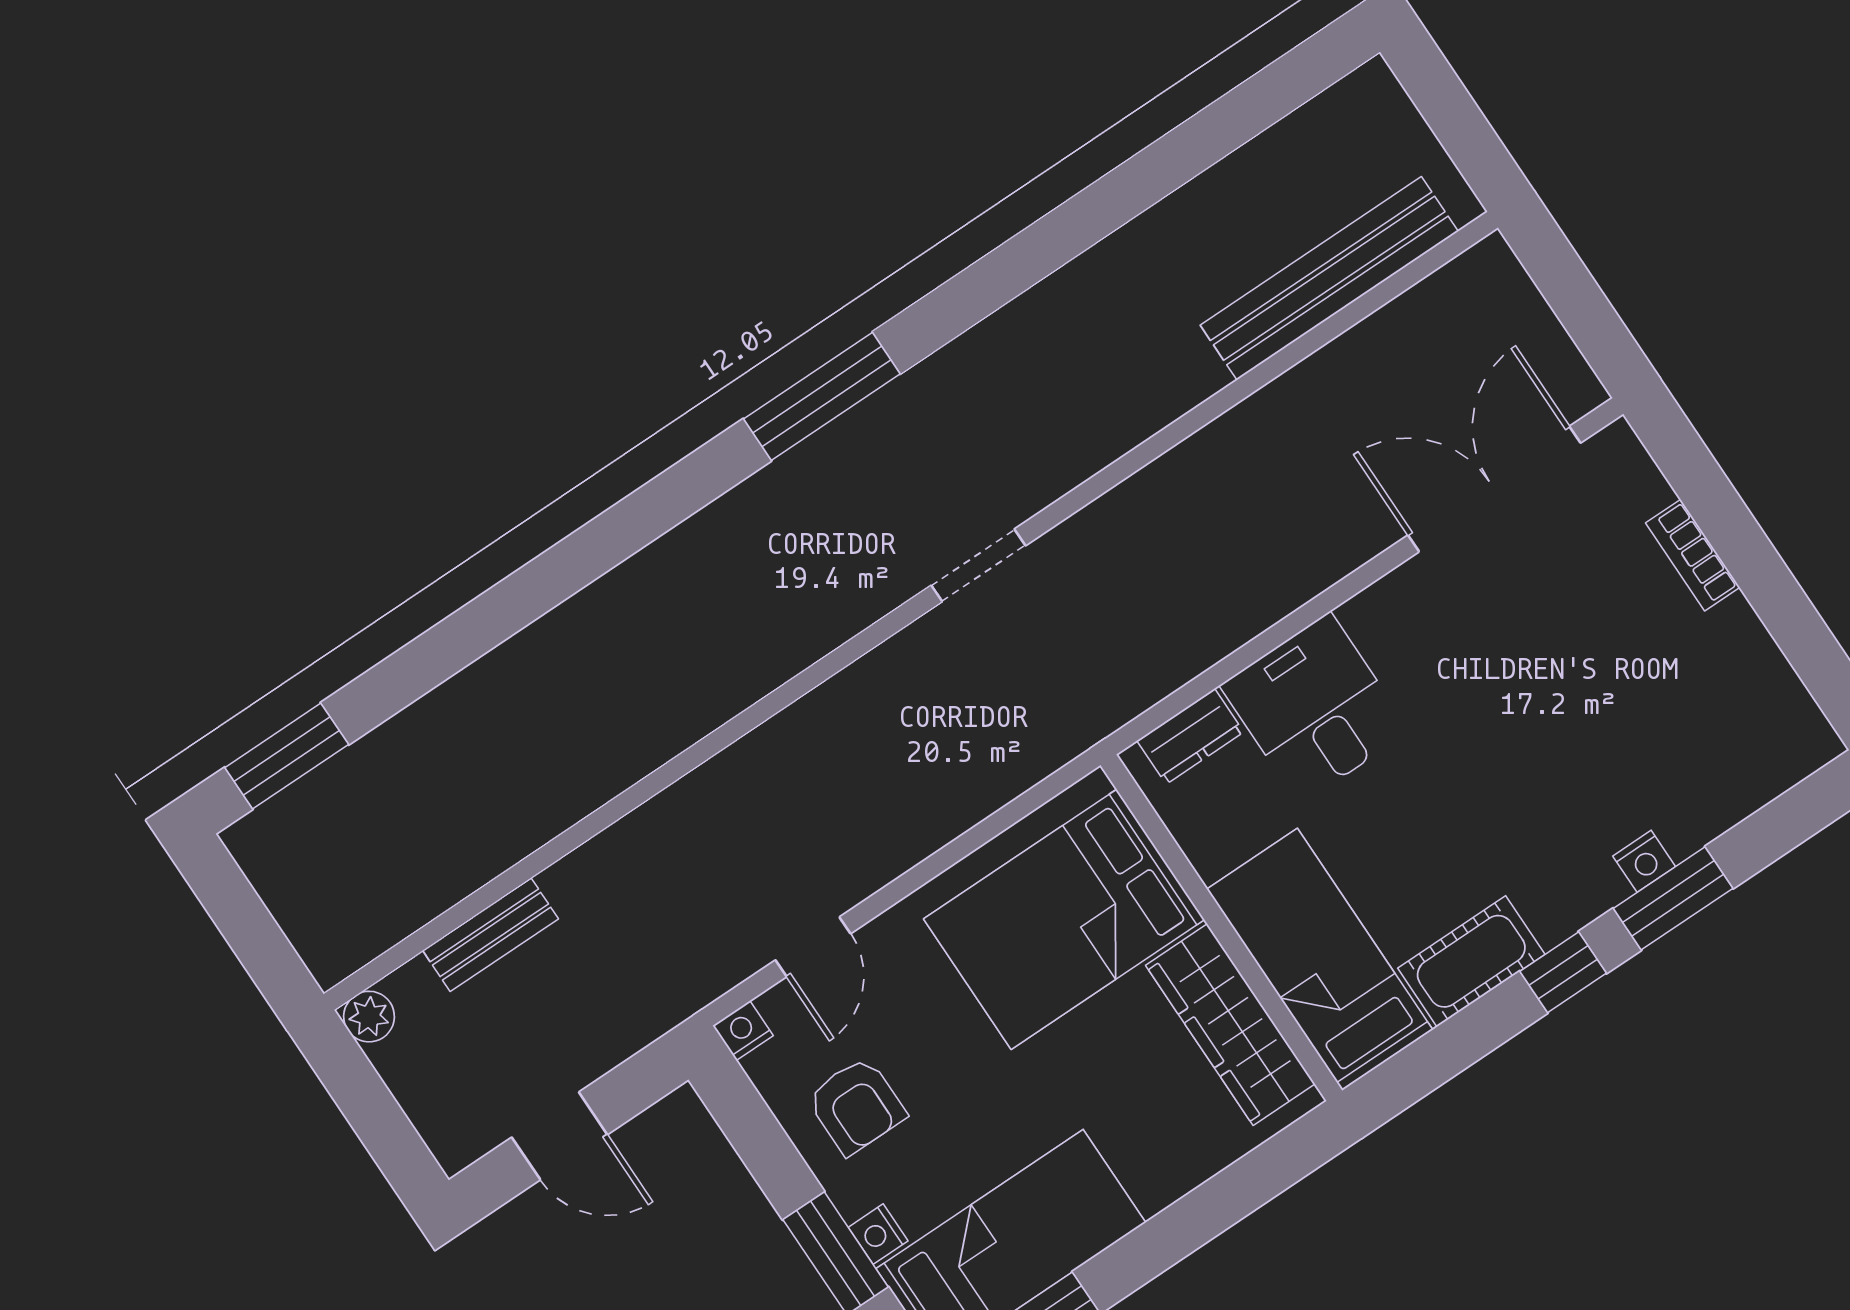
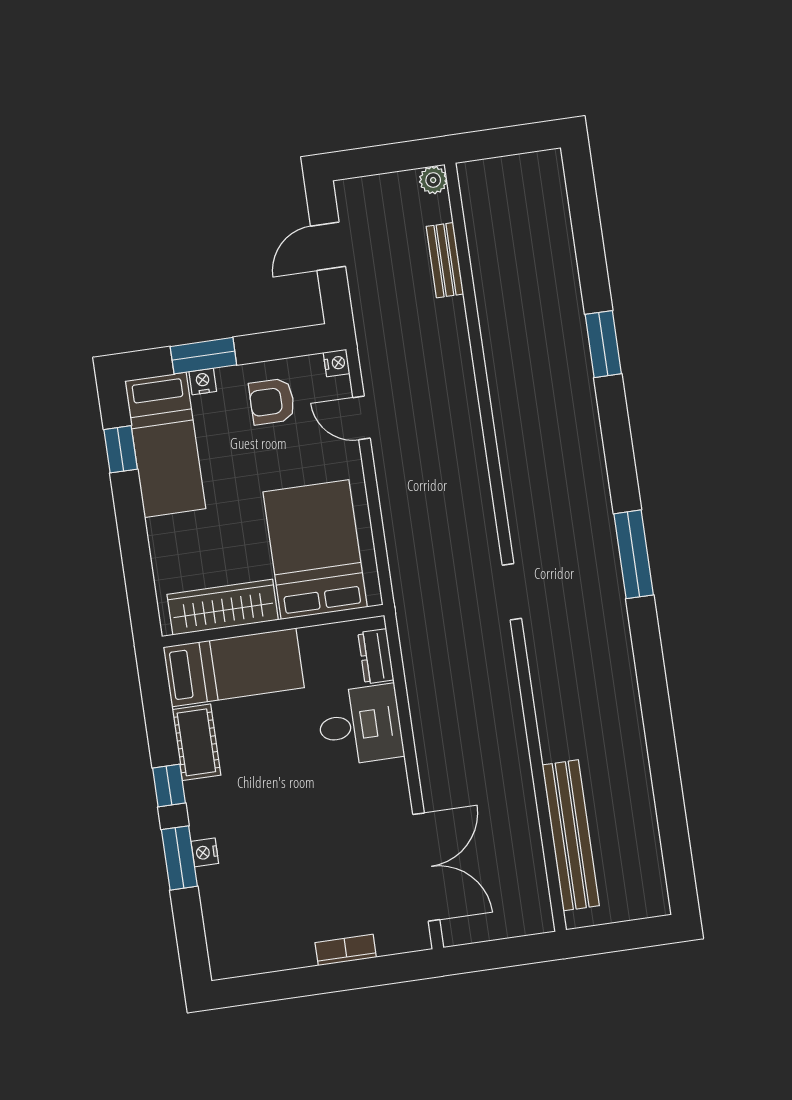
window: (287, 756) -> (603, 344), moved

